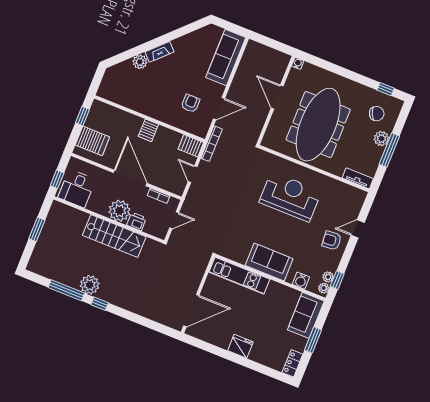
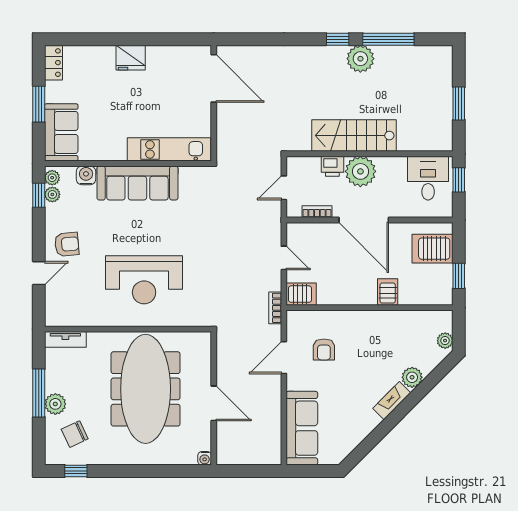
plant: (109, 77) -> (445, 341), added
server rack: (148, 130) -> (388, 292), moved
bookcase: (212, 144) -> (275, 308), width x0.64
sofa: (269, 262) -> (137, 183), width x1.36
door: (191, 311) -> (214, 78), swing flipped

